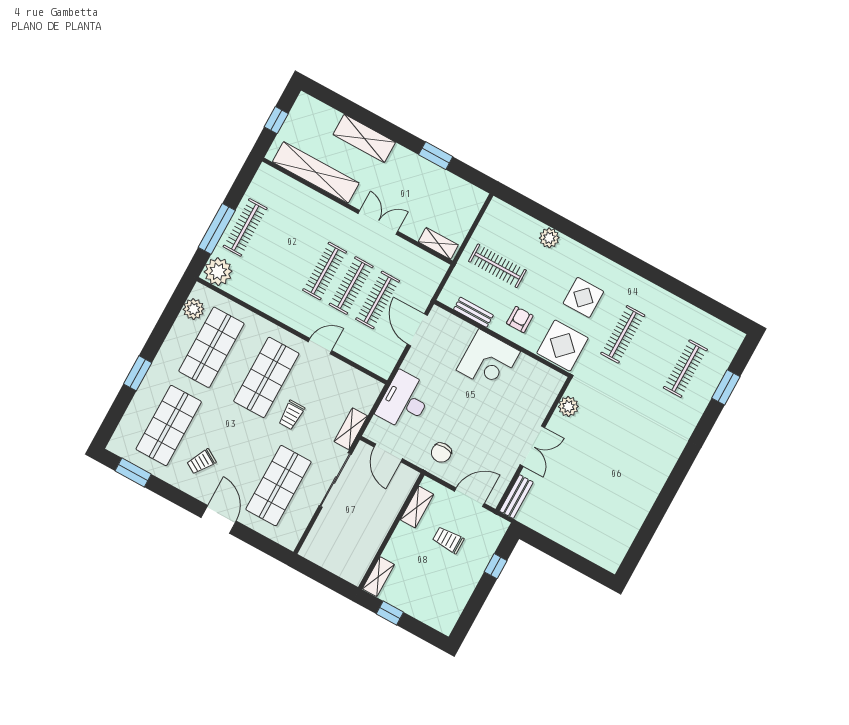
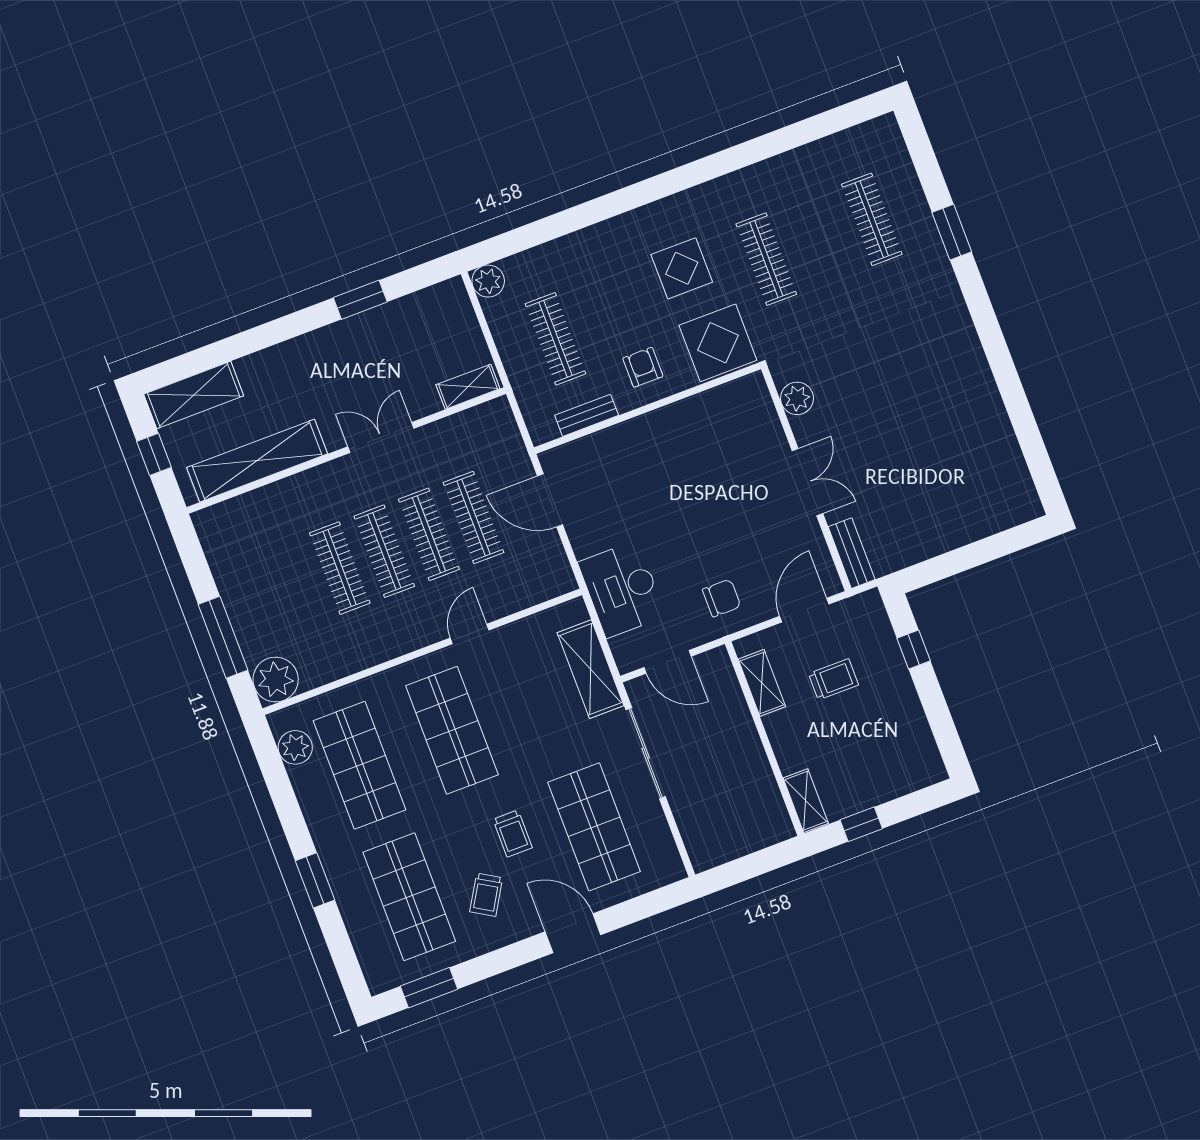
shelving: (364, 138) -> (194, 395), moved
clothes rail: (245, 227) -> (340, 568), moved
plant: (549, 238) -> (488, 281), moved
clothes rail: (497, 266) -> (555, 339), turned 90
corner desk: (488, 361) -> (660, 447), removed
window: (726, 387) -> (952, 232), moved
trolley: (291, 415) -> (513, 834), moved
shelving: (351, 429) -> (590, 669), width x1.50, depth x1.33
chair: (441, 453) -> (722, 598), turned -90
trolley: (448, 540) -> (833, 679), turned 180

